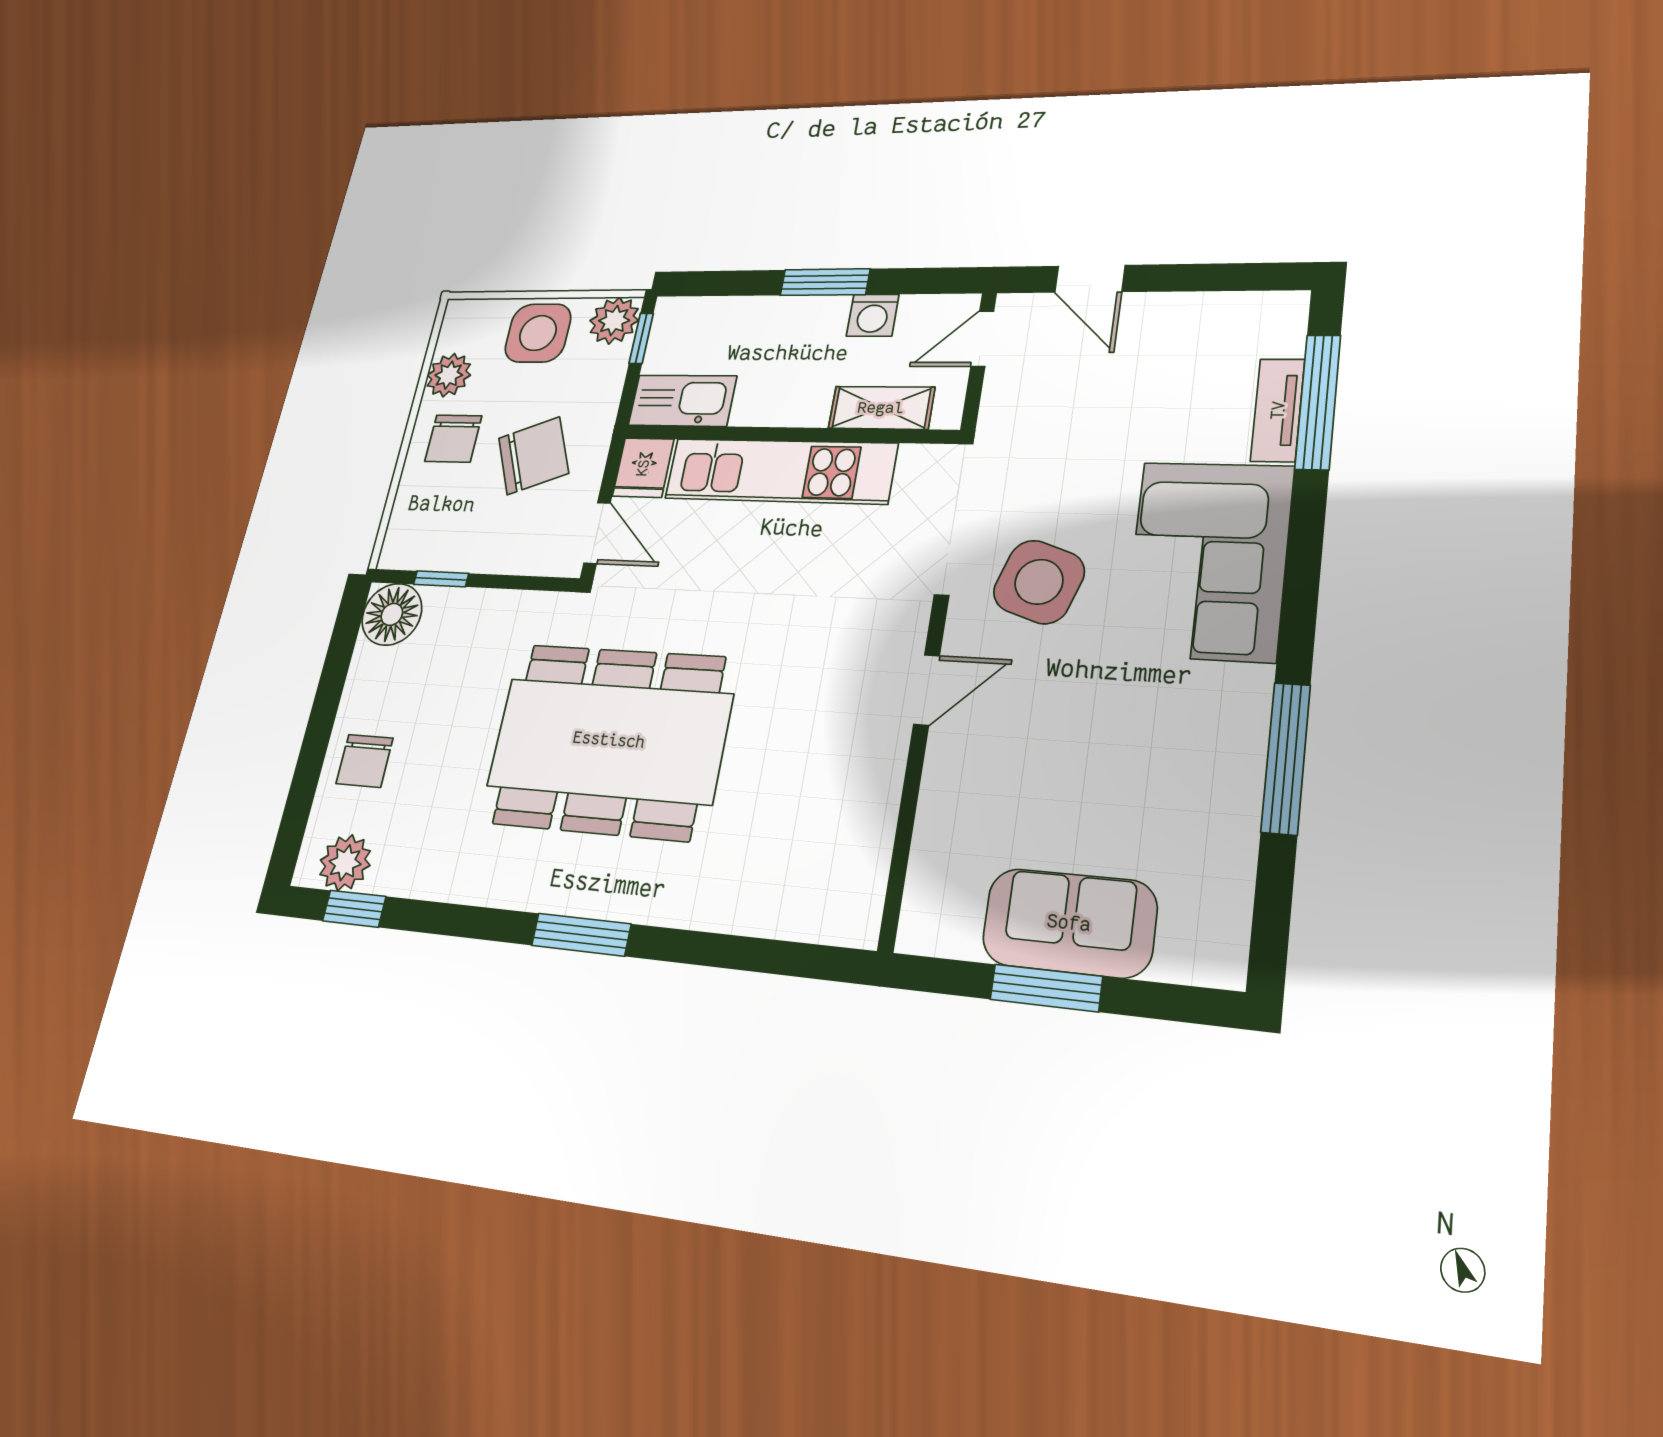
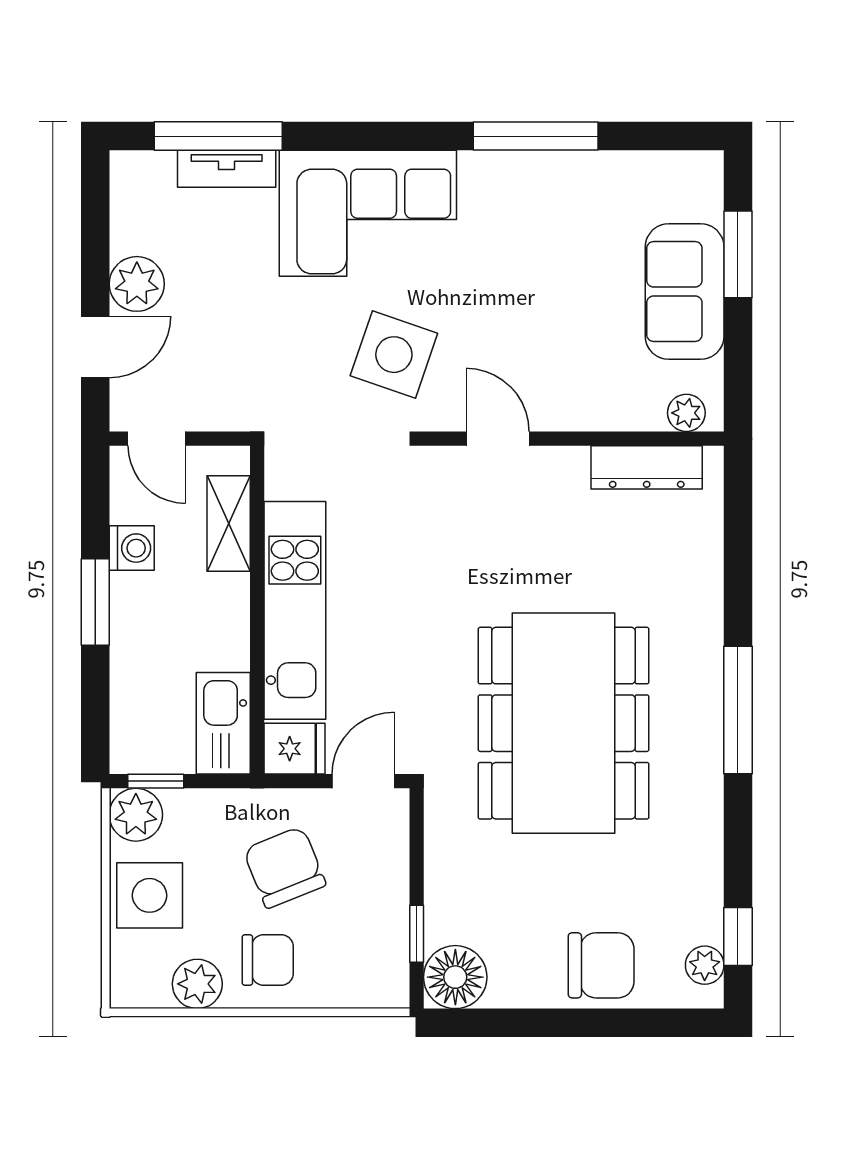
plant: (1154, 319) -> (137, 284), added
chair: (365, 761) -> (601, 965), width x1.37, depth x1.37
dresser: (867, 857) -> (647, 467), added
plant: (345, 863) -> (705, 965), width x0.73, depth x0.73
plant: (922, 910) -> (686, 413), added
window: (581, 935) -> (738, 710), width x1.44
window: (1046, 988) -> (738, 254), moved

